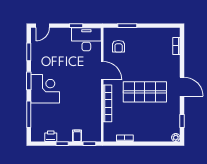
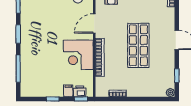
door: (102, 71) -> (94, 23), swing flipped
corner desk: (45, 89) -> (78, 55), moved, turned 180
shop shelf: (145, 92) -> (138, 45), turned 90
printer: (51, 136) -> (80, 91), moved

